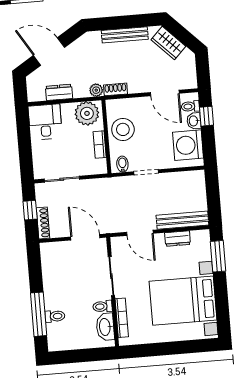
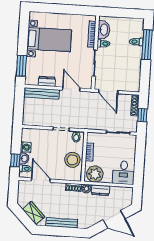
dresser: (59, 92) -> (100, 190), moved
washing machine: (188, 145) -> (26, 147), width x0.53, depth x0.53
bed with nightstands: (183, 301) -> (49, 40), width x0.73

